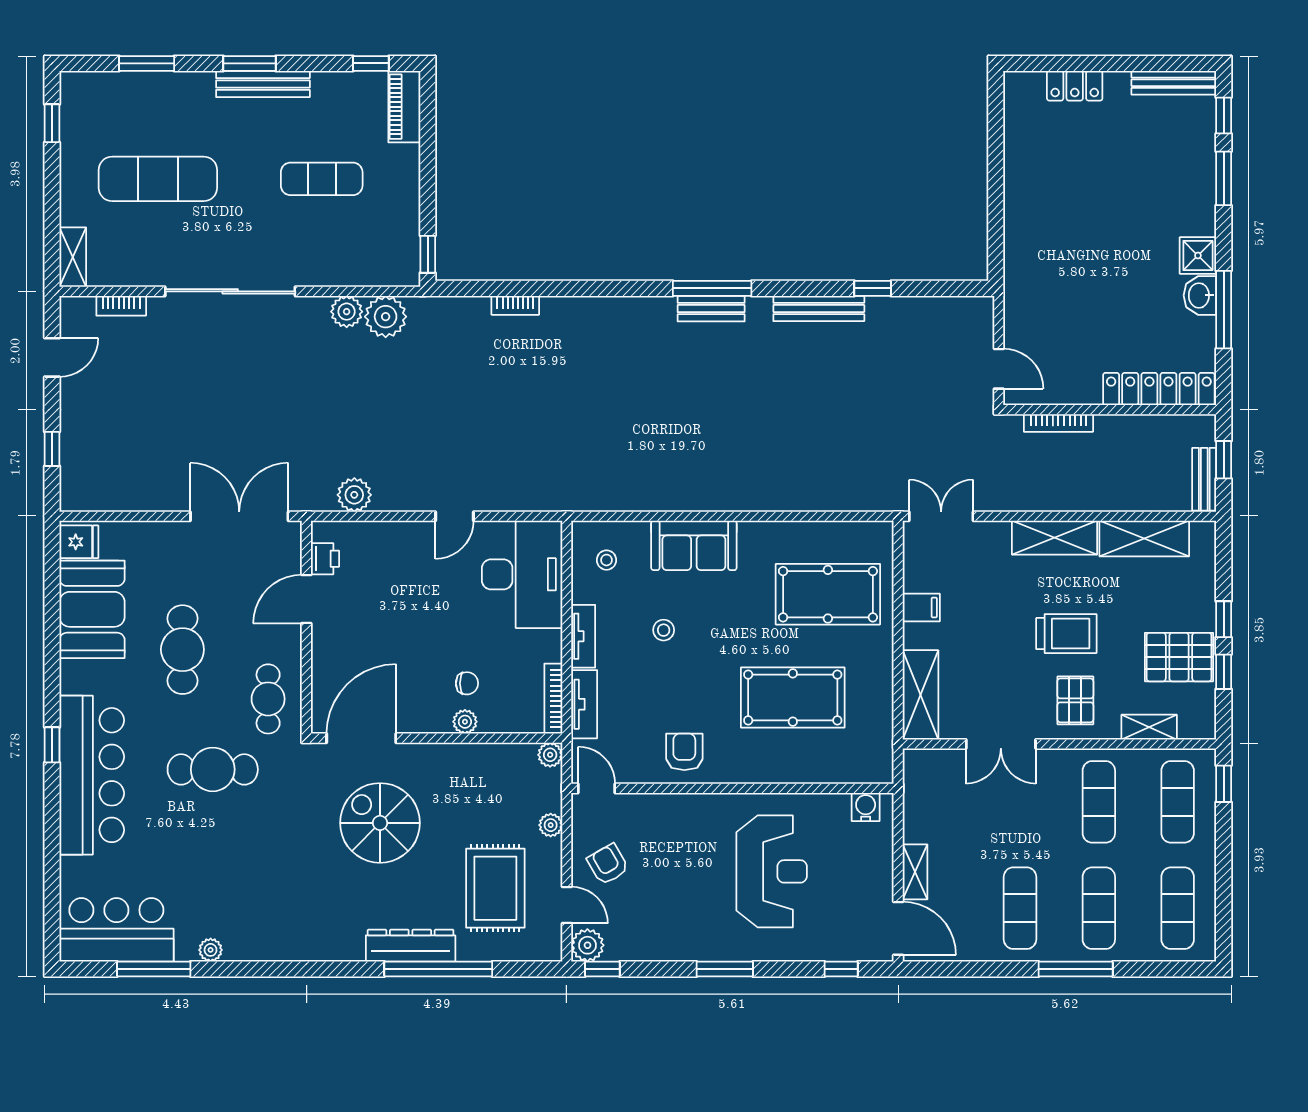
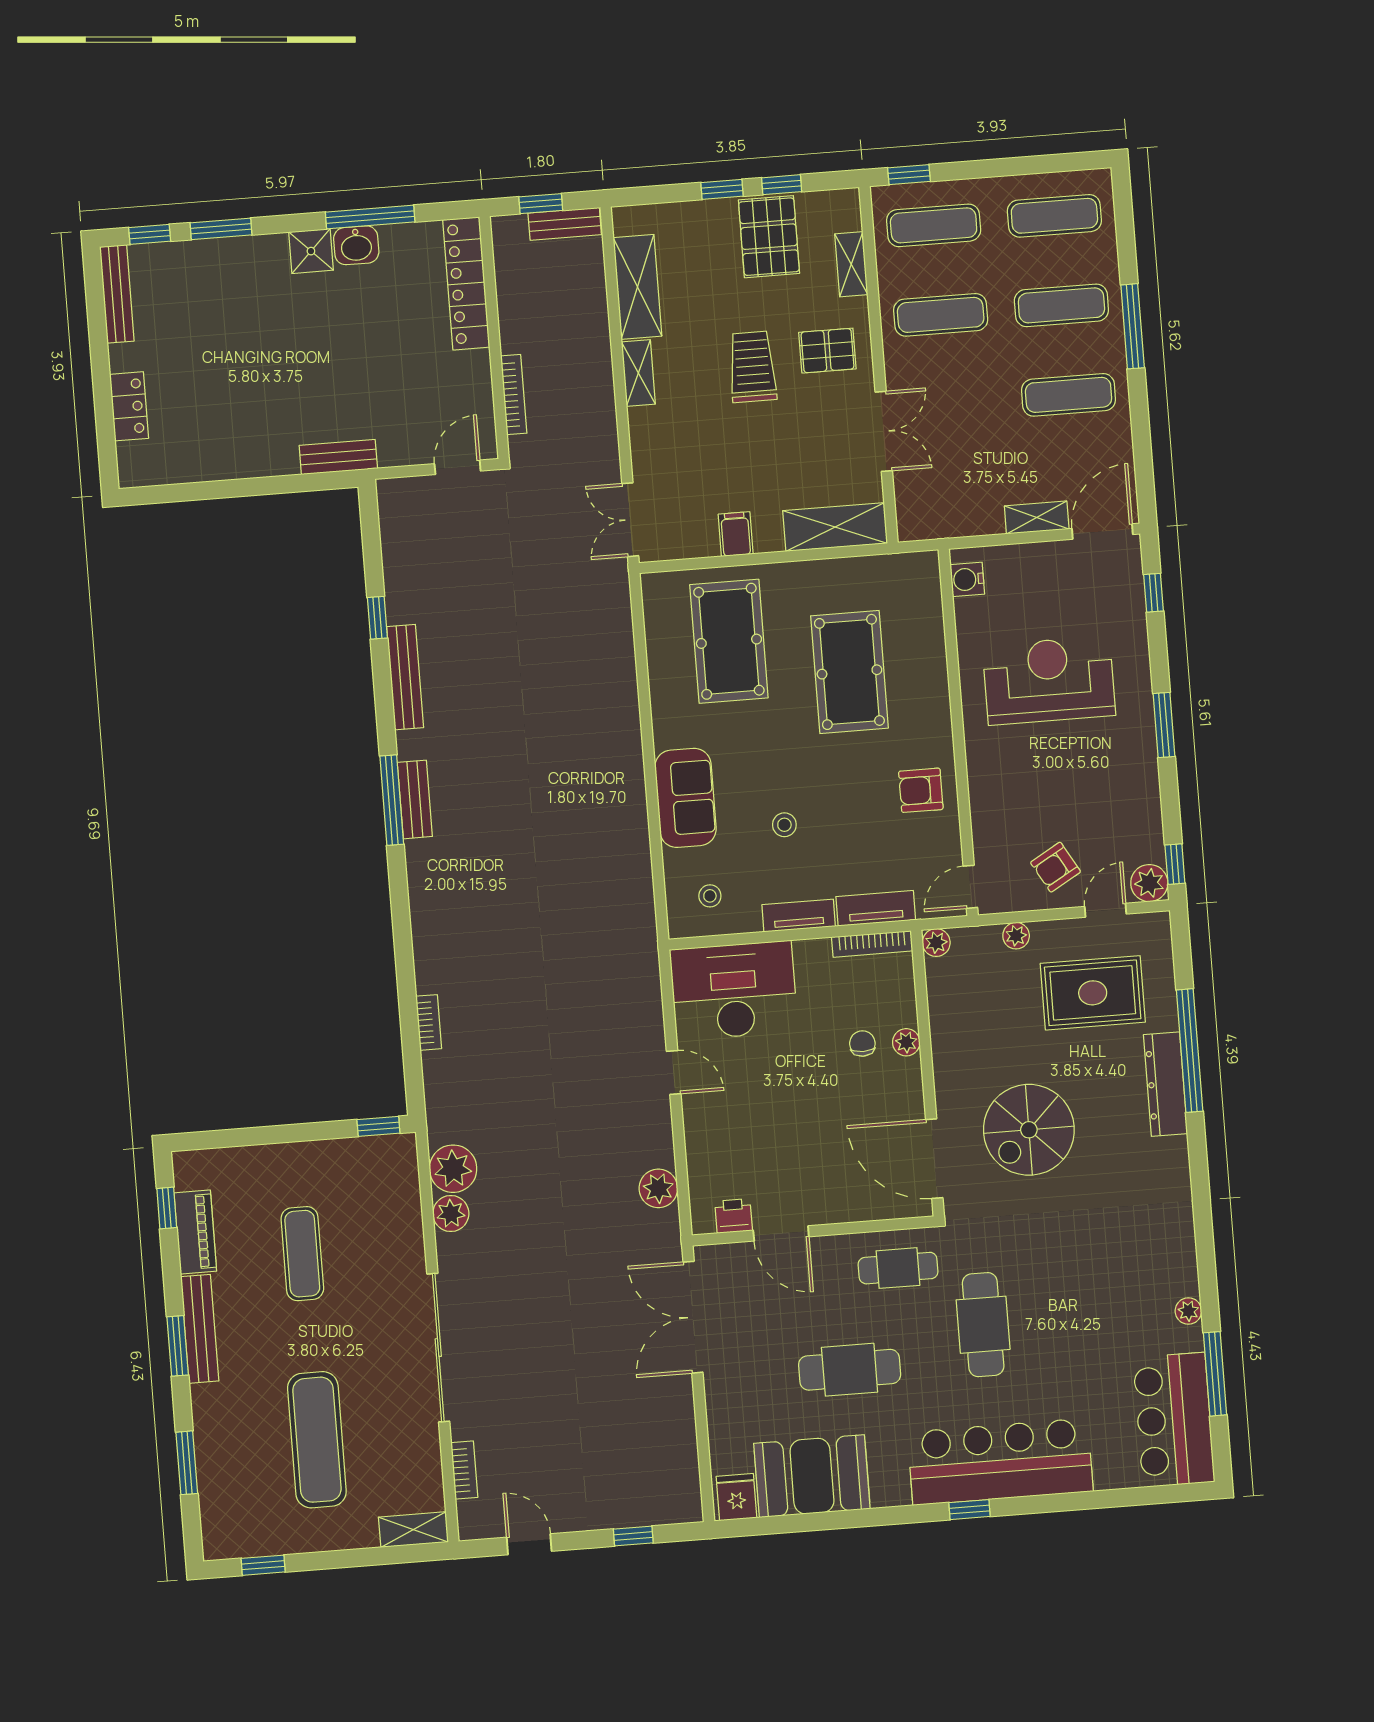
piano: (404, 107) -> (195, 1232), moved, turned -90
bench: (1016, 265) -> (338, 457), added
shelving: (1055, 538) -> (638, 373), width x0.67, depth x0.75

